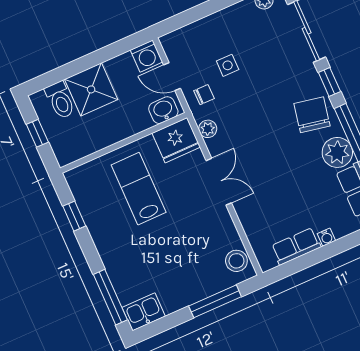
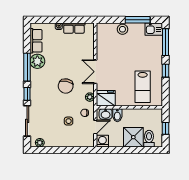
door: (172, 77) -> (95, 127), hinge flipped
chair: (312, 115) -> (66, 86), moved
bidet: (140, 118) -> (117, 115), added
lab bench: (139, 189) -> (143, 87), moved
window: (74, 216) -> (166, 71), moved
stool: (236, 261) -> (122, 29), moved
window: (215, 301) -> (138, 20), moved

